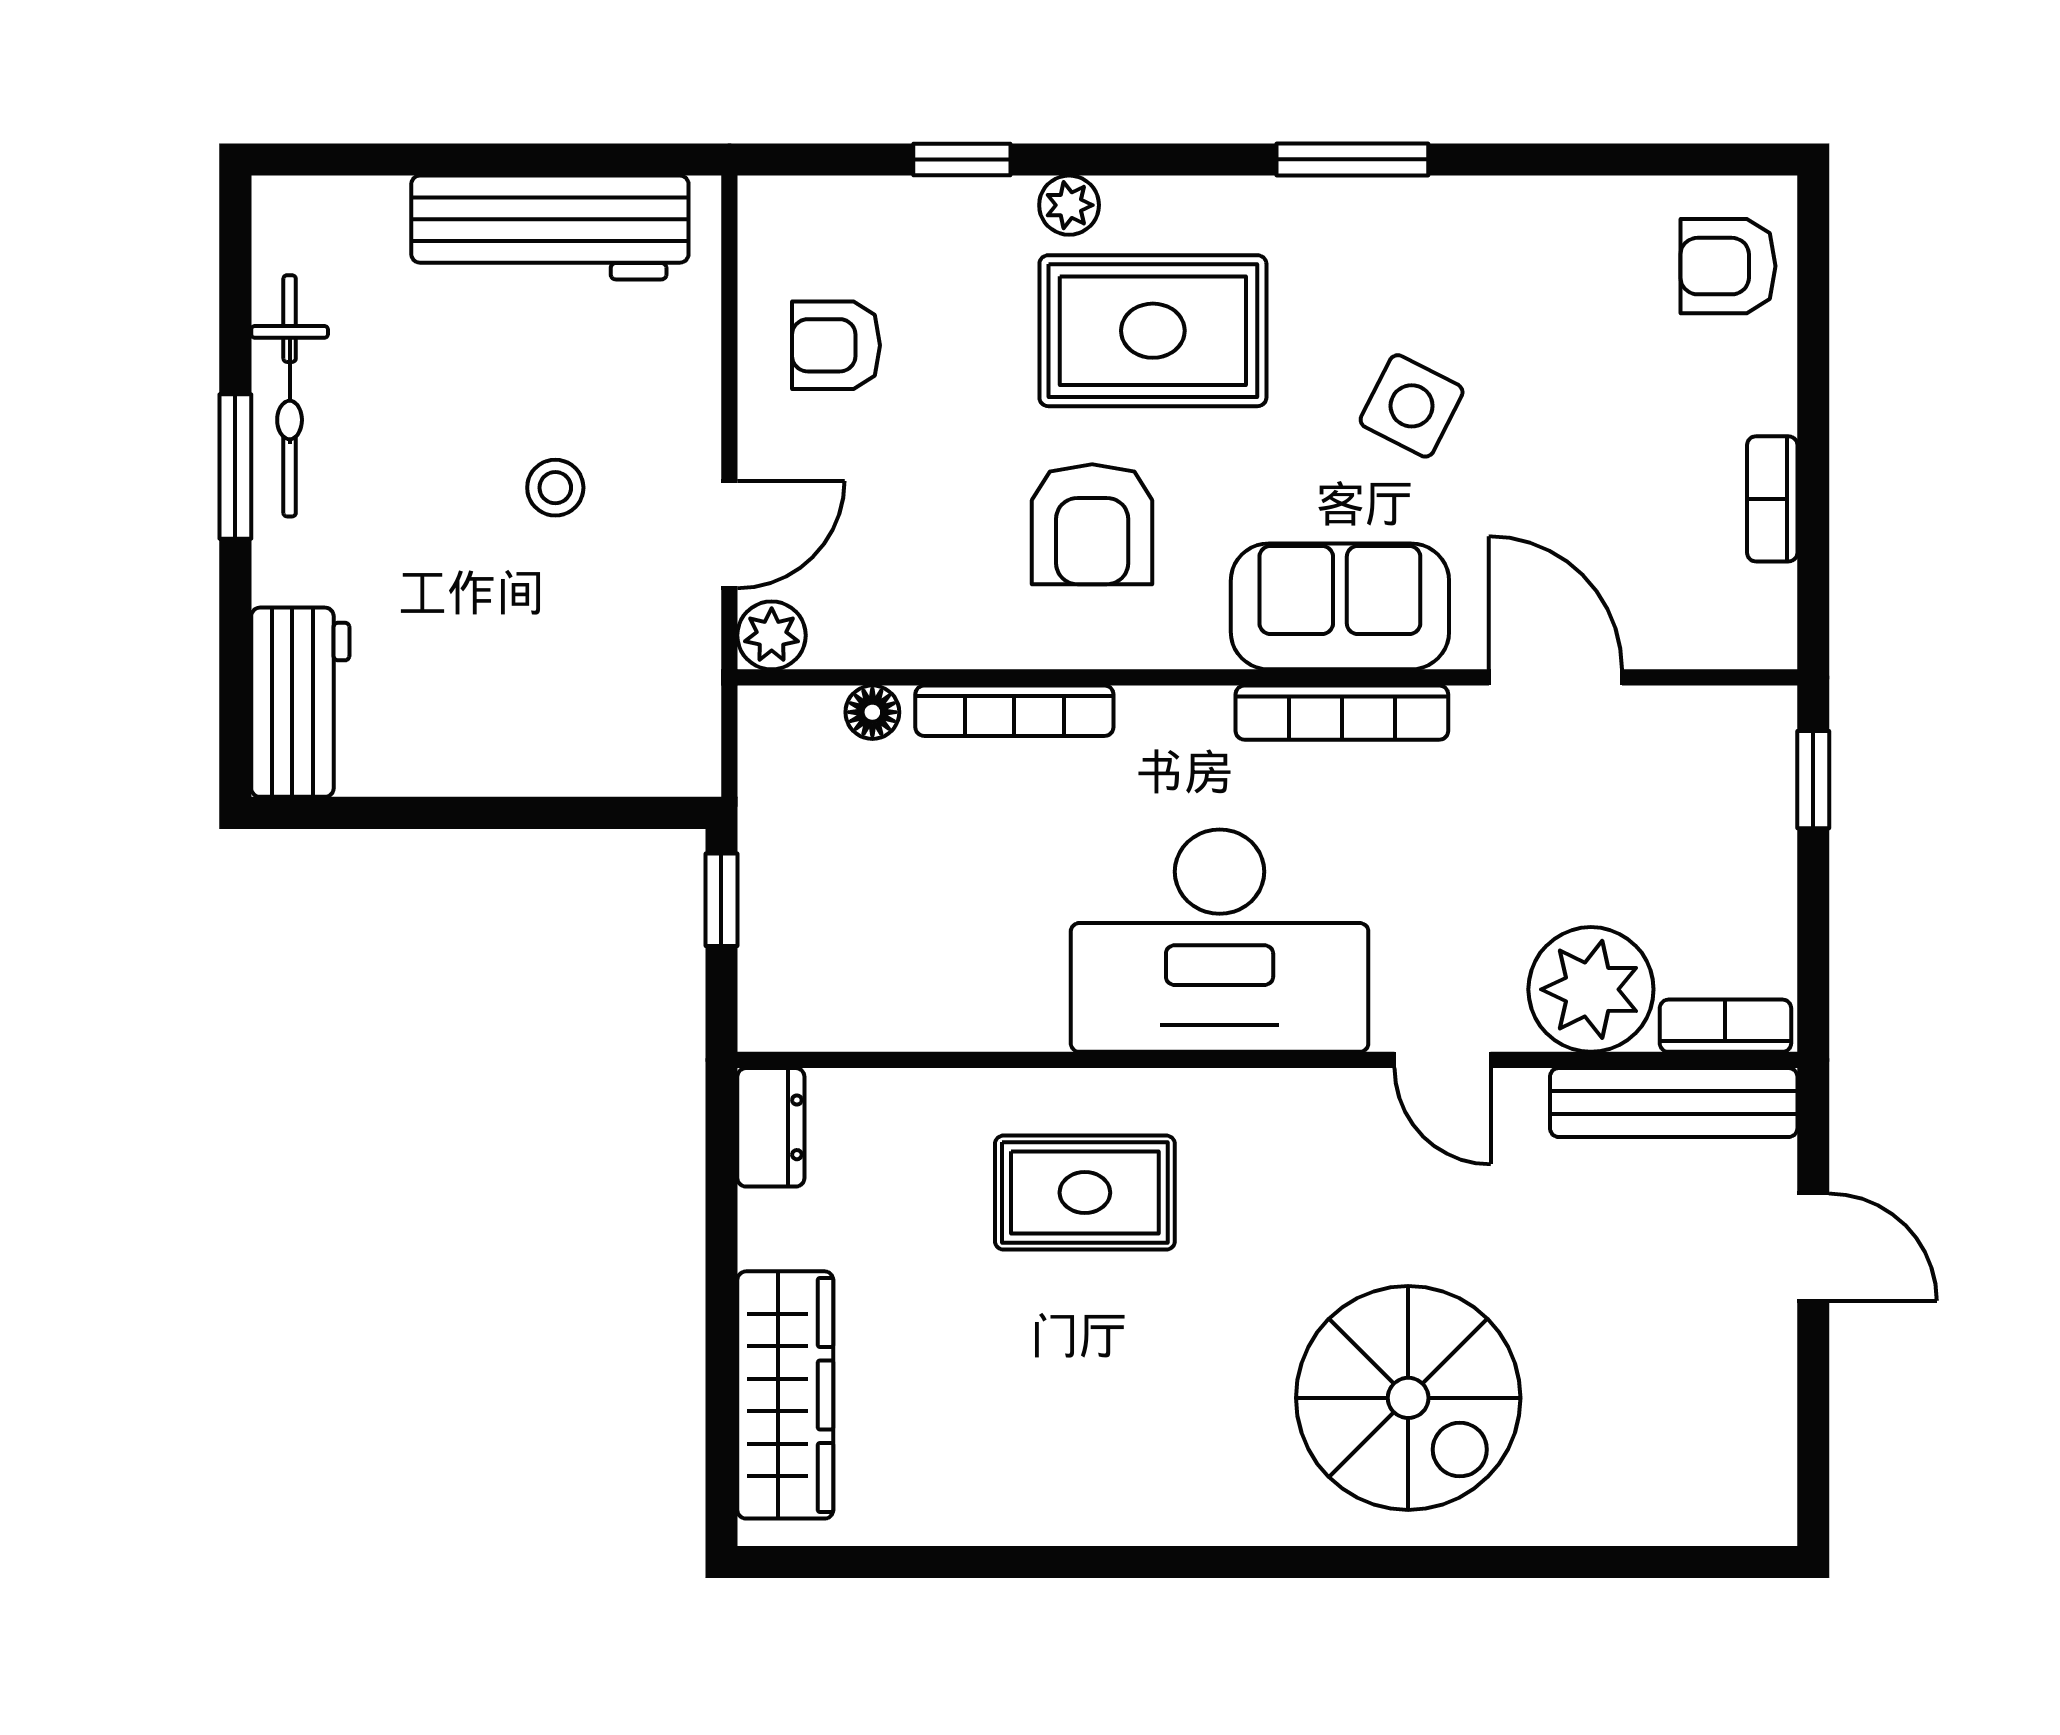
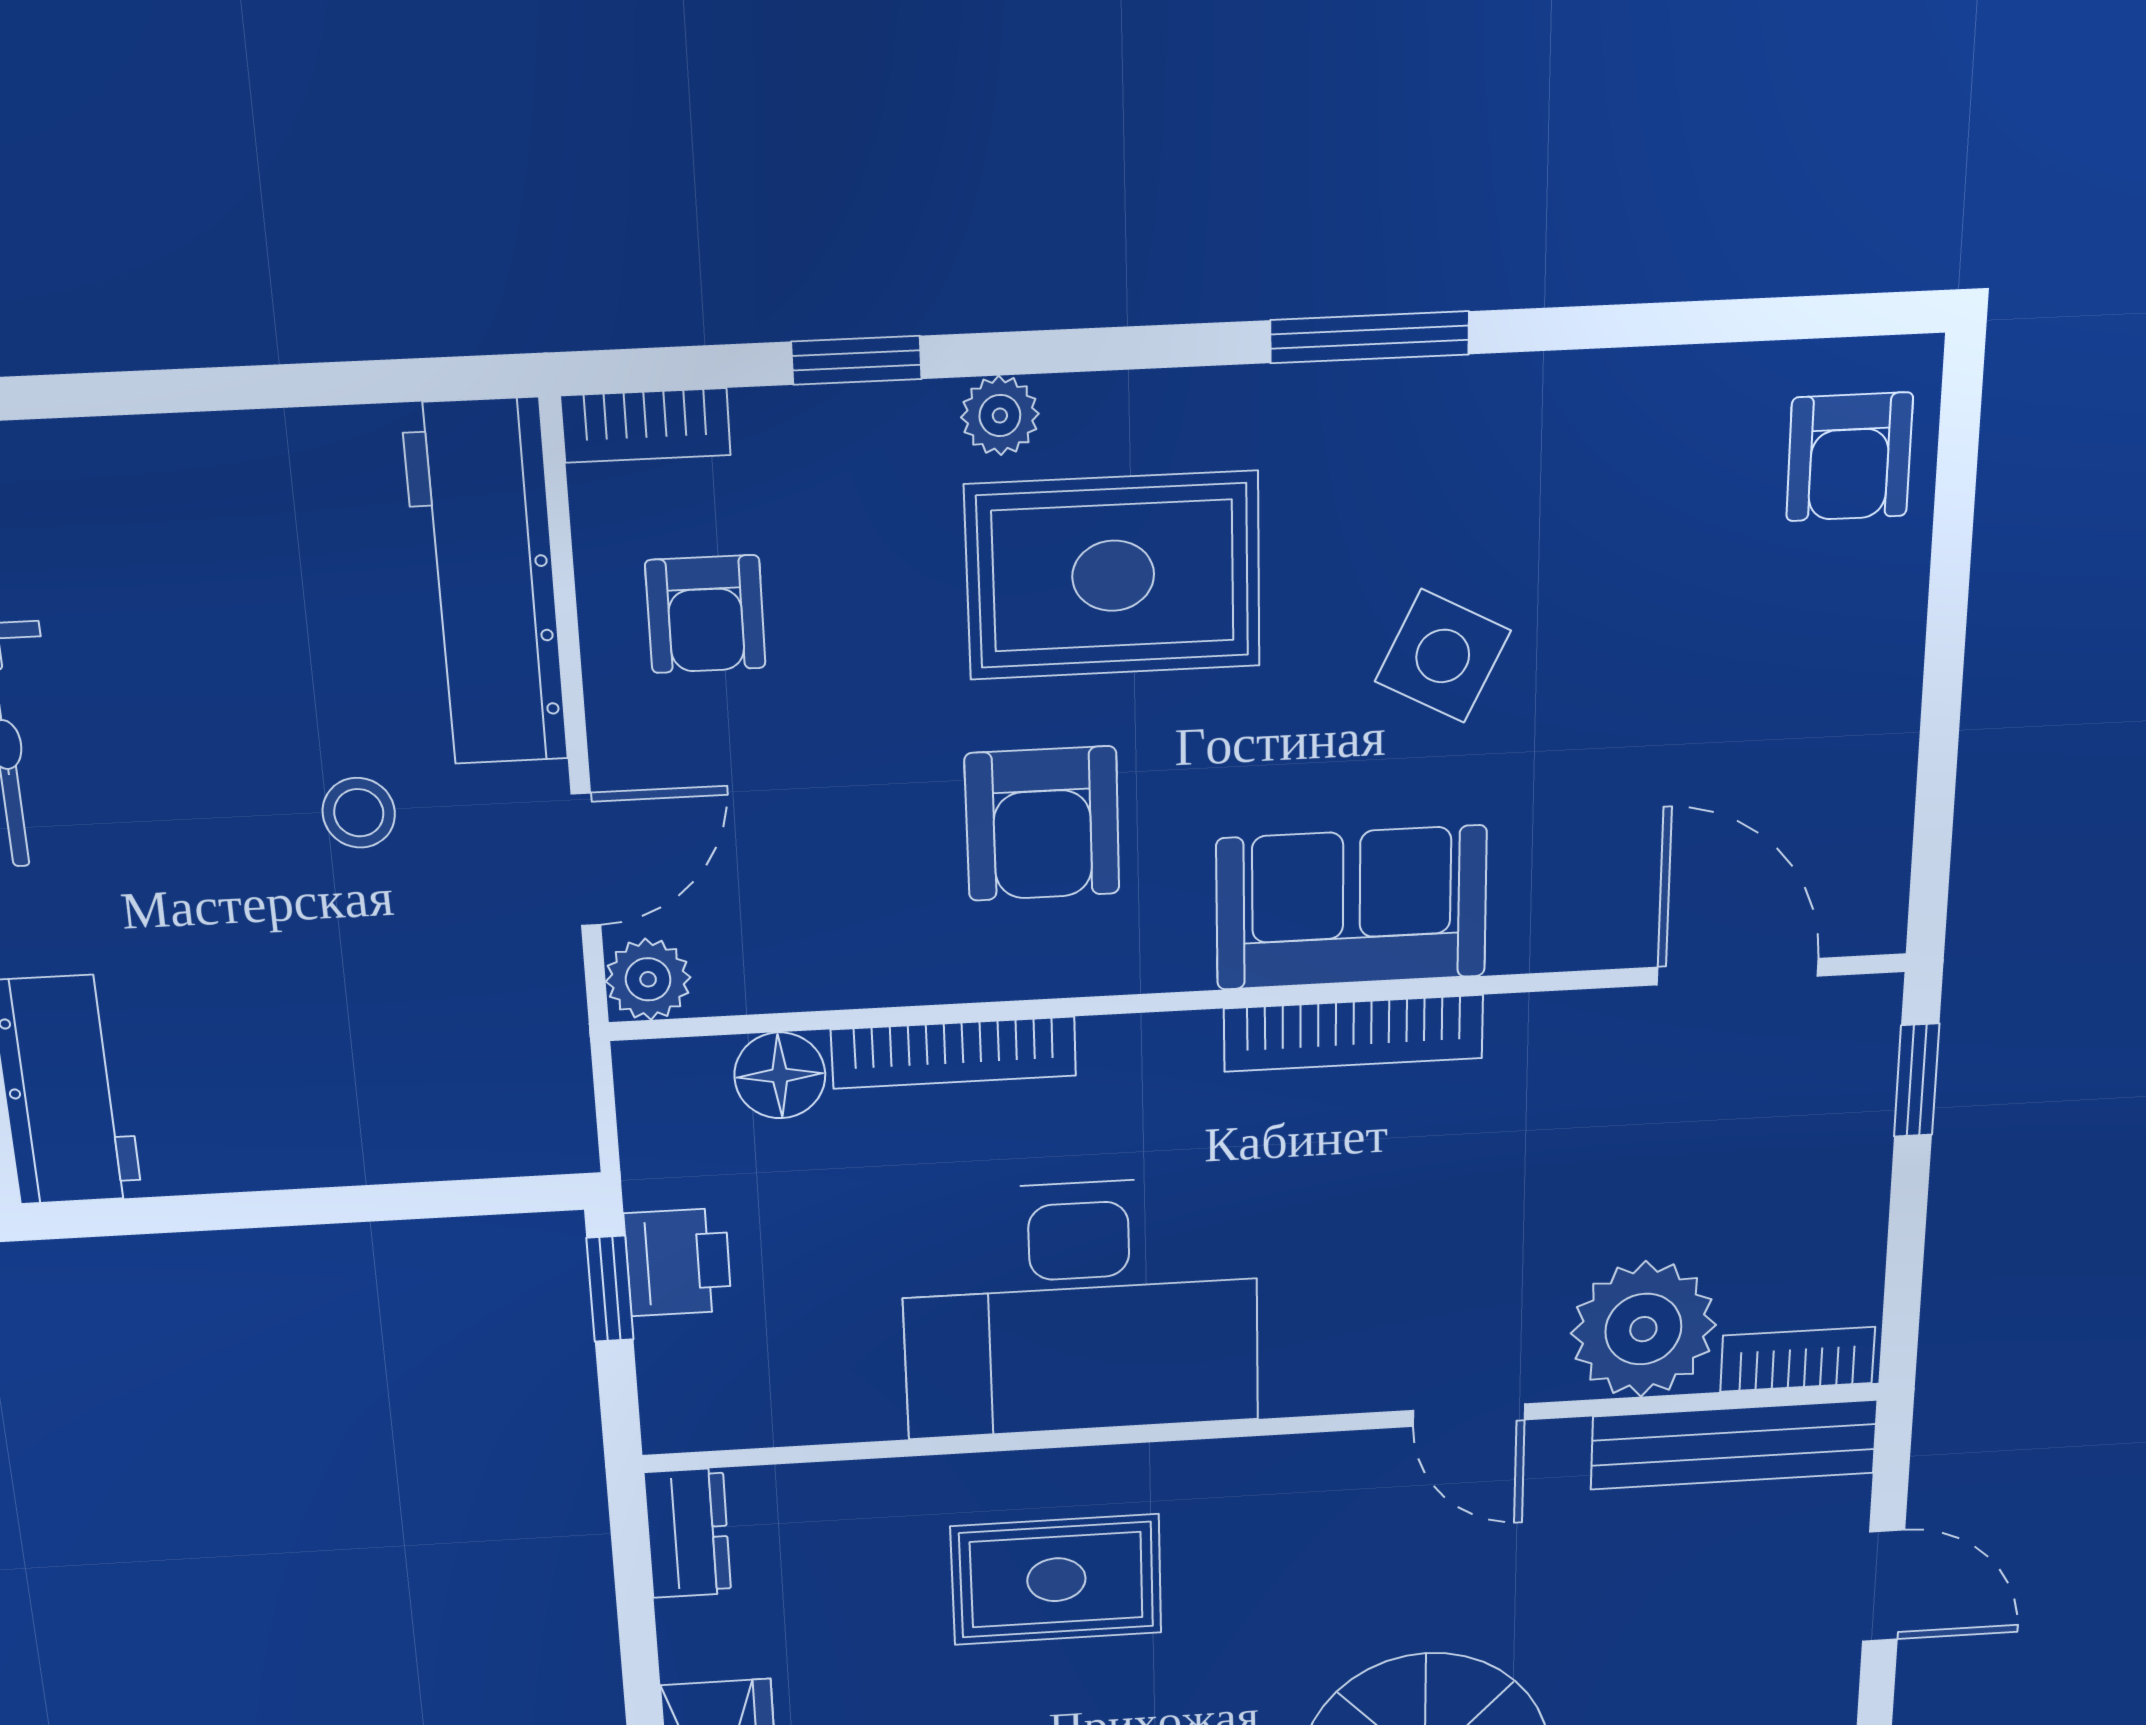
workbench: (550, 227) -> (486, 584), moved, turned 90
armchair: (1728, 266) -> (1849, 457), turned -90
armchair: (836, 345) -> (705, 614), turned -90
bookcase: (1772, 499) -> (646, 425), moved, turned -90
door: (1556, 677) -> (1738, 972), moved
floor lamp: (872, 712) -> (780, 1075), width x1.37, depth x1.37
printer: (779, 880) -> (678, 1262), added
desk: (1220, 941) -> (1081, 1308), moved

